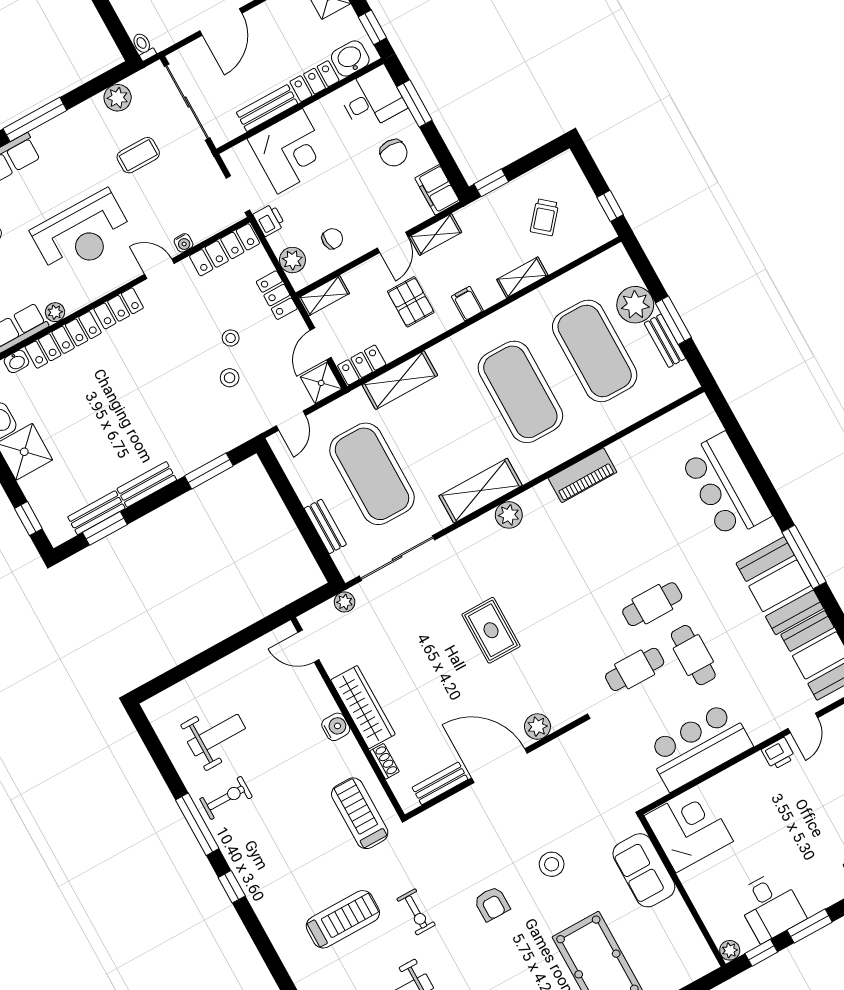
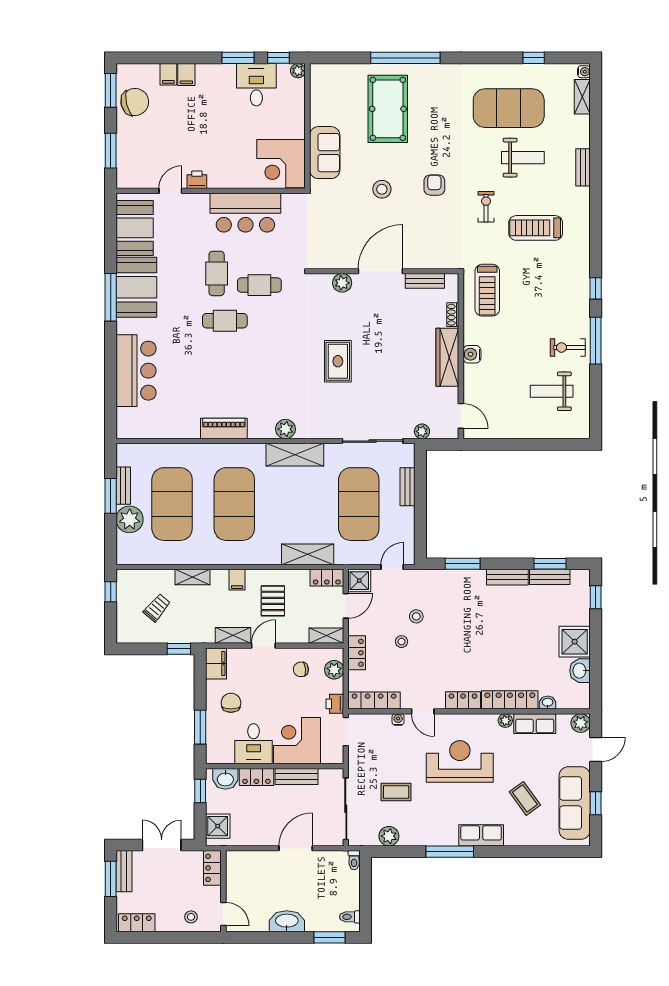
desk: (372, 99) -> (254, 744), moved, turned -90
door: (499, 766) -> (380, 271), swing flipped

